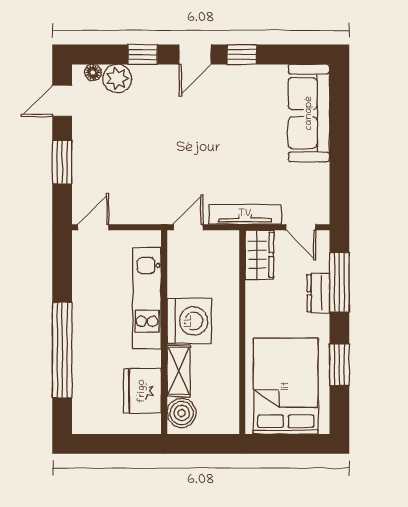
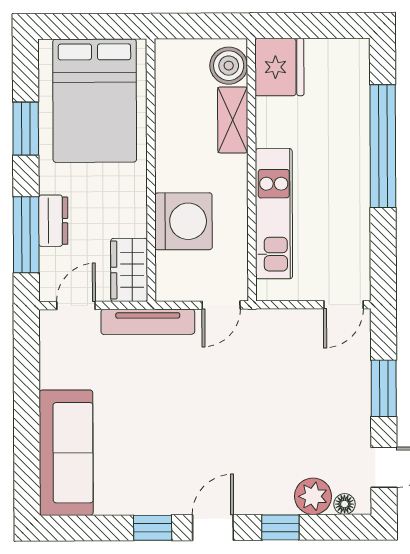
door: (301, 227) -> (76, 306), hinge flipped
washing machine: (189, 321) -> (183, 221), moved, turned 180
fridge: (142, 391) -> (279, 67), moved

